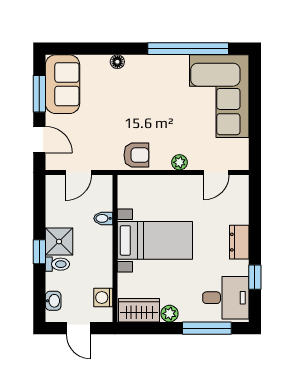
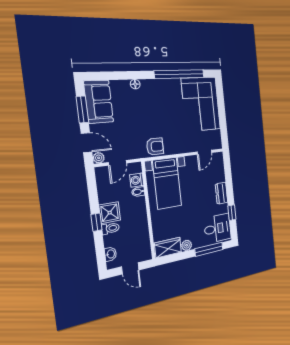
plant: (179, 162) -> (99, 158), moved
bed with nightstands: (155, 240) -> (167, 183), moved, turned 90
washing machine: (103, 298) -> (137, 180), moved

